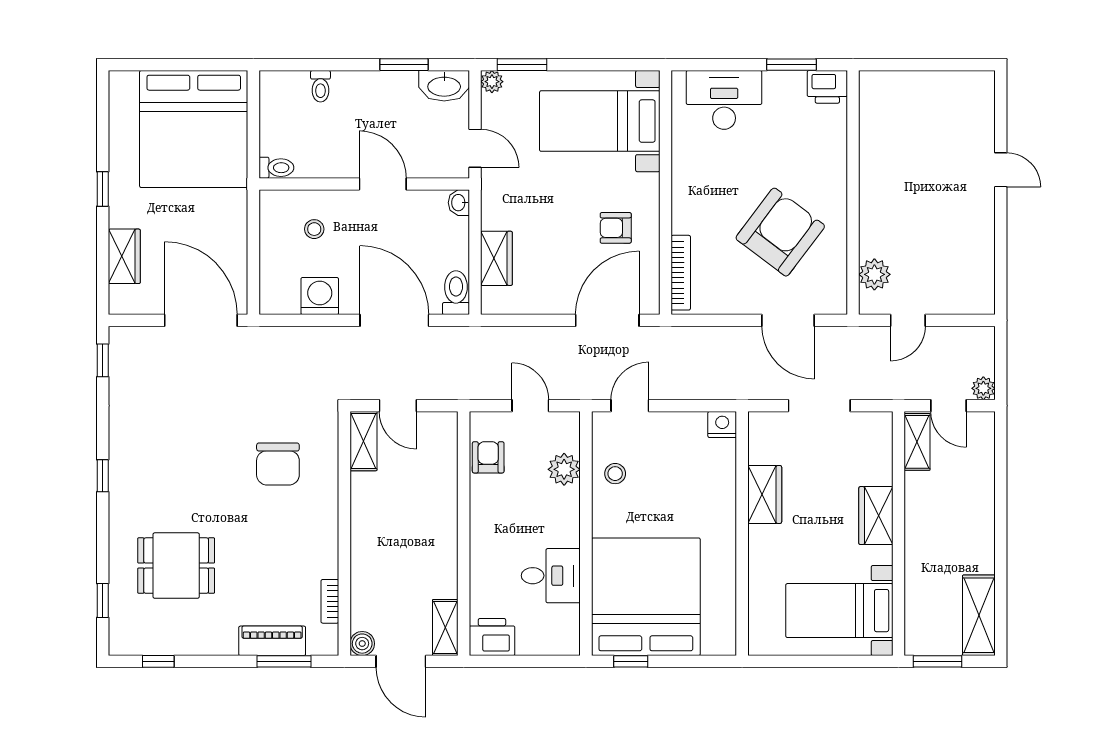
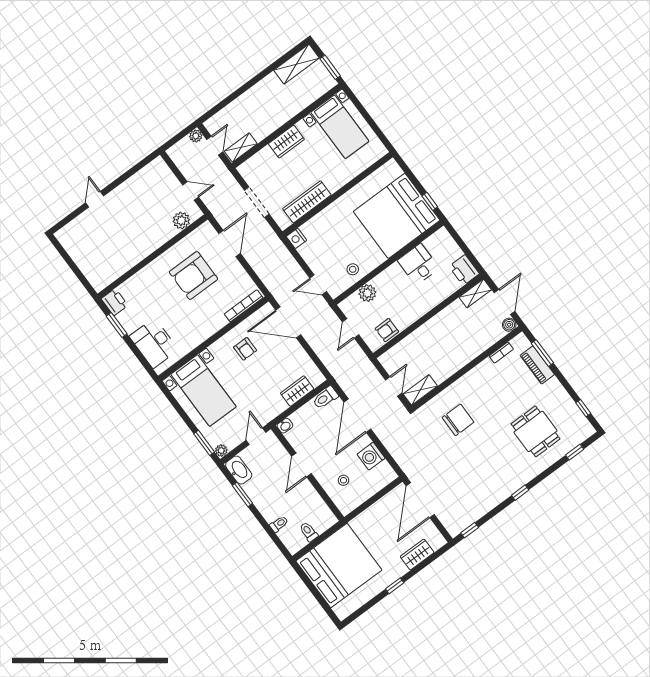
toilet: (276, 168) -> (309, 532), moved
armchair: (780, 232) -> (193, 276), turned -37
wardrobe: (765, 494) -> (307, 202), width x1.50

